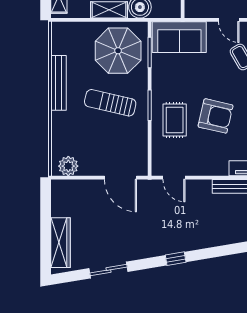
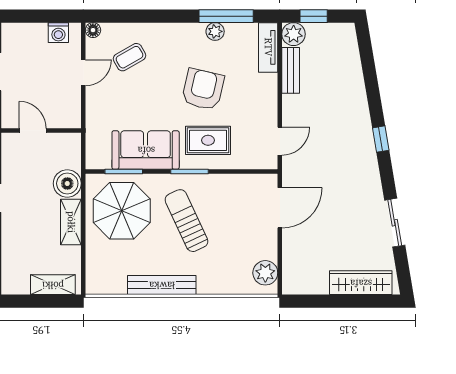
sofa: (179, 37) -> (146, 150), moved, turned -90
sun lounger: (110, 103) -> (186, 221), turned 142

